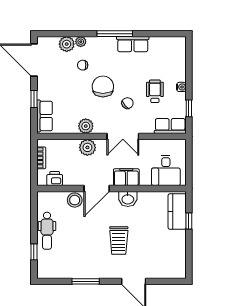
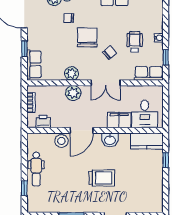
filing cabinet: (126, 177) -> (119, 120), moved
kitchen counter: (177, 212) -> (147, 141), moved, turned -90
trolley: (119, 240) -> (102, 178), turned -90

